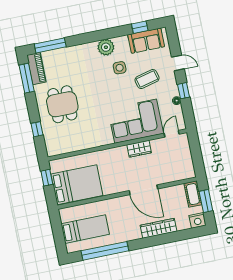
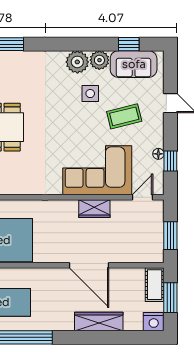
plant: (121, 43) -> (99, 60), added
window: (183, 91) -> (170, 161), moved
window: (197, 157) -> (170, 236), added

